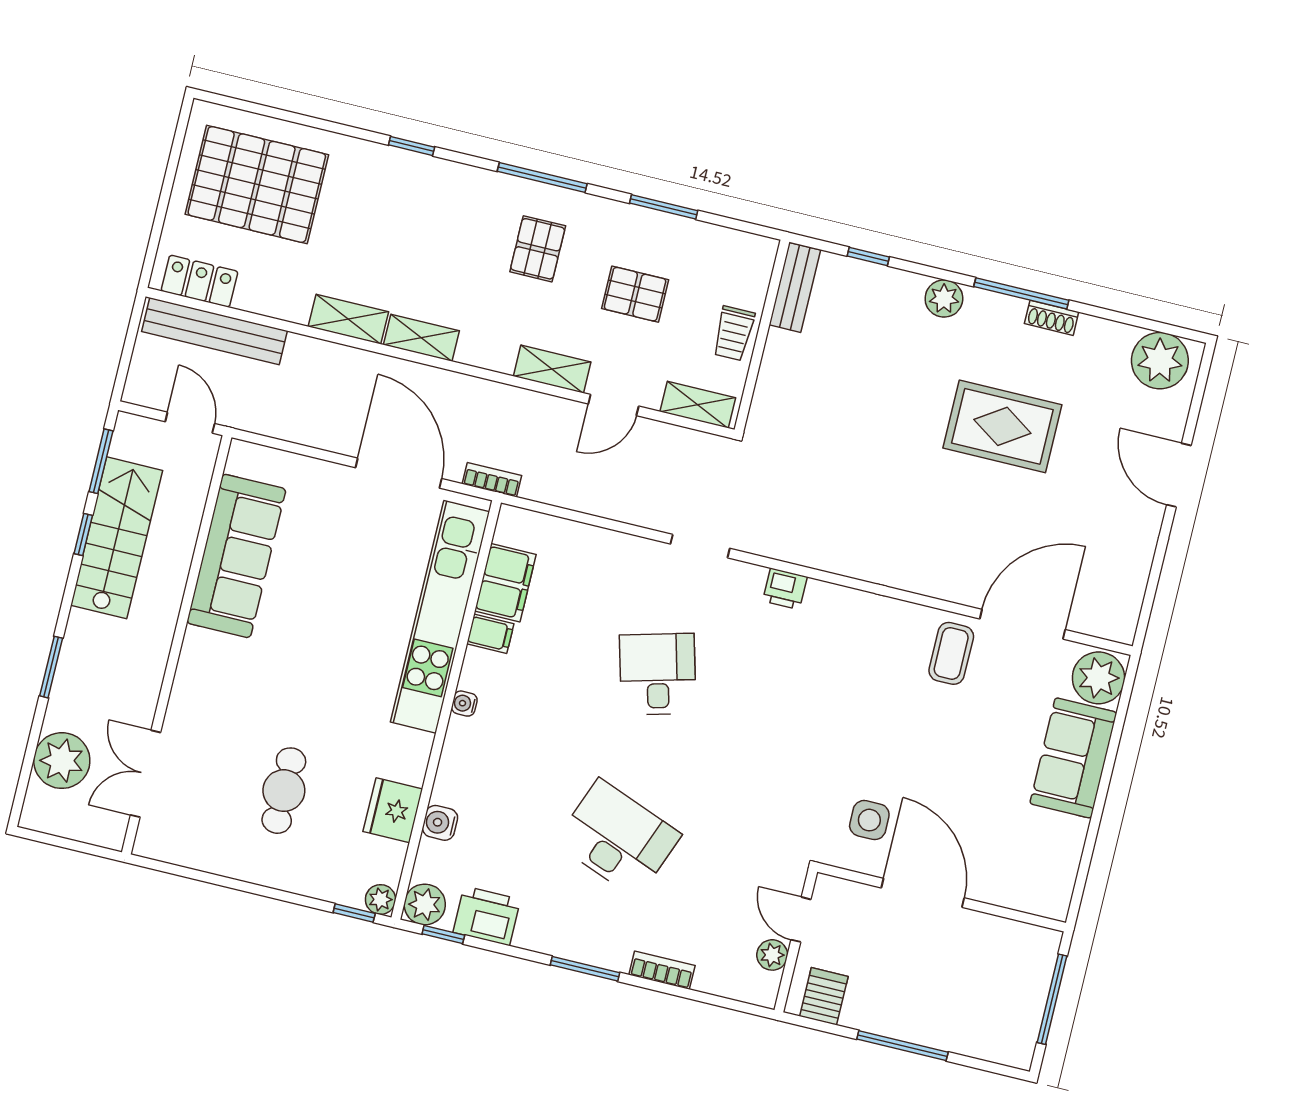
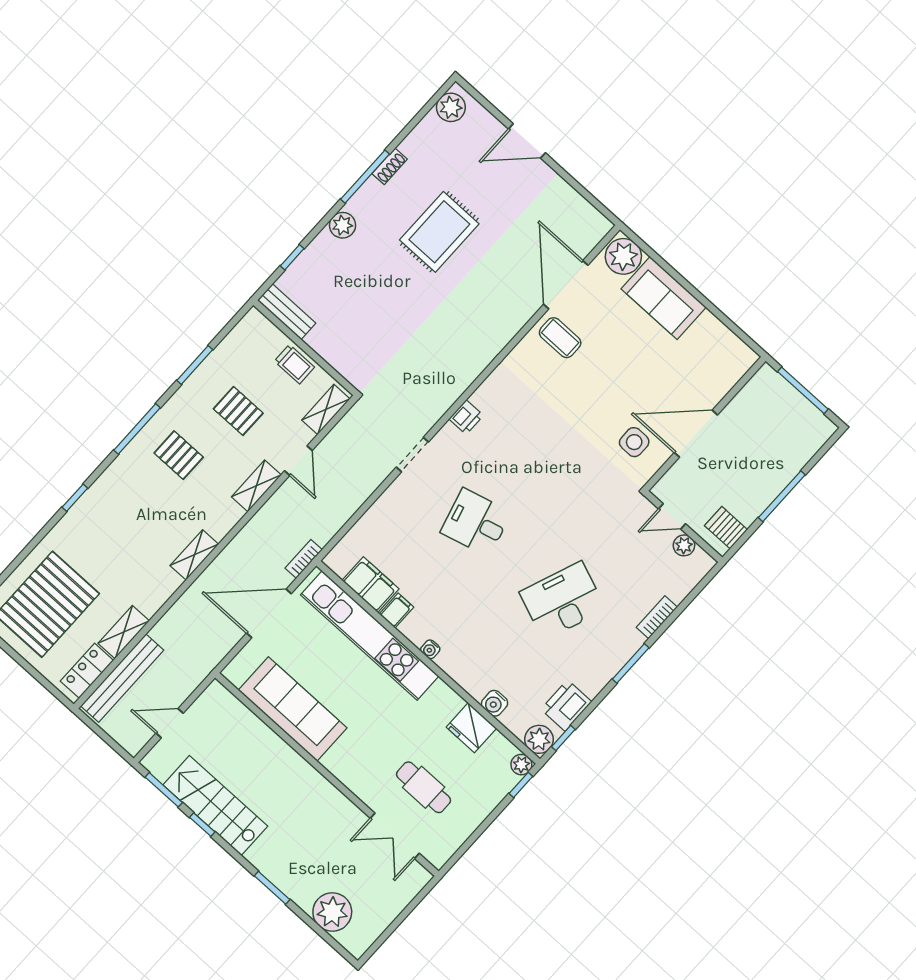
pallet: (635, 294) -> (238, 411), turned 90
shelving: (348, 319) -> (124, 632), moved
plant: (1160, 361) -> (451, 107), width x0.73, depth x0.73
sofa: (236, 556) -> (293, 709), moved
wall: (177, 645) -> (327, 774), moved
double door: (145, 774) -> (395, 836), moved

